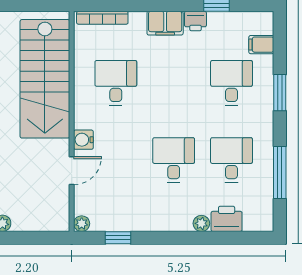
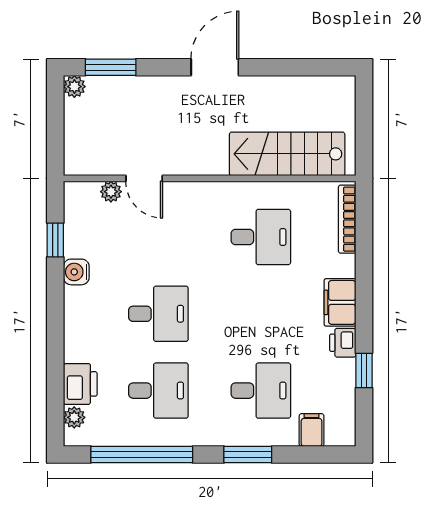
stairs: (45, 79) -> (287, 154), width x0.73, depth x0.66
water cooler: (83, 140) -> (76, 272), moved, turned -90
window: (280, 173) -> (142, 455), width x1.46
plant: (201, 223) -> (74, 417), moved
plant: (82, 224) -> (111, 192), moved

